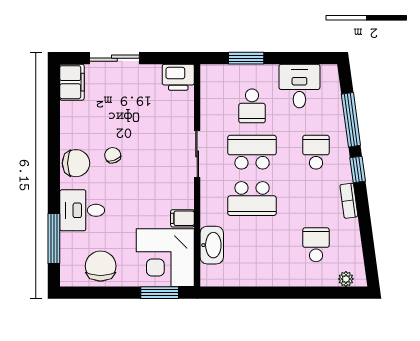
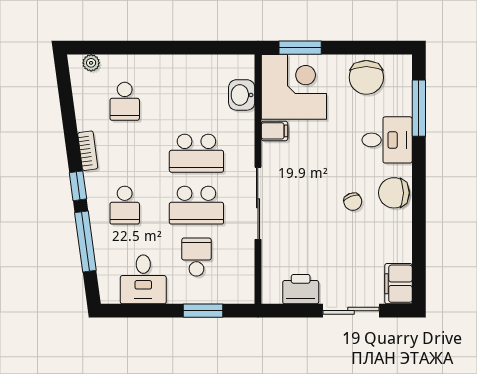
printer: (178, 77) -> (301, 289), moved
sliding door: (197, 154) -> (258, 203), width x1.37
school desk: (252, 198) -> (196, 153), turned 180
washbasin: (212, 245) -> (242, 95), width x0.72

